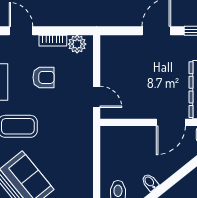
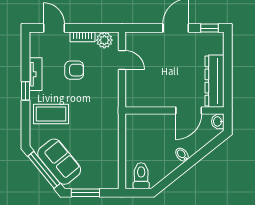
door: (97, 97) -> (122, 60), moved
bidet: (150, 182) -> (182, 155), moved

